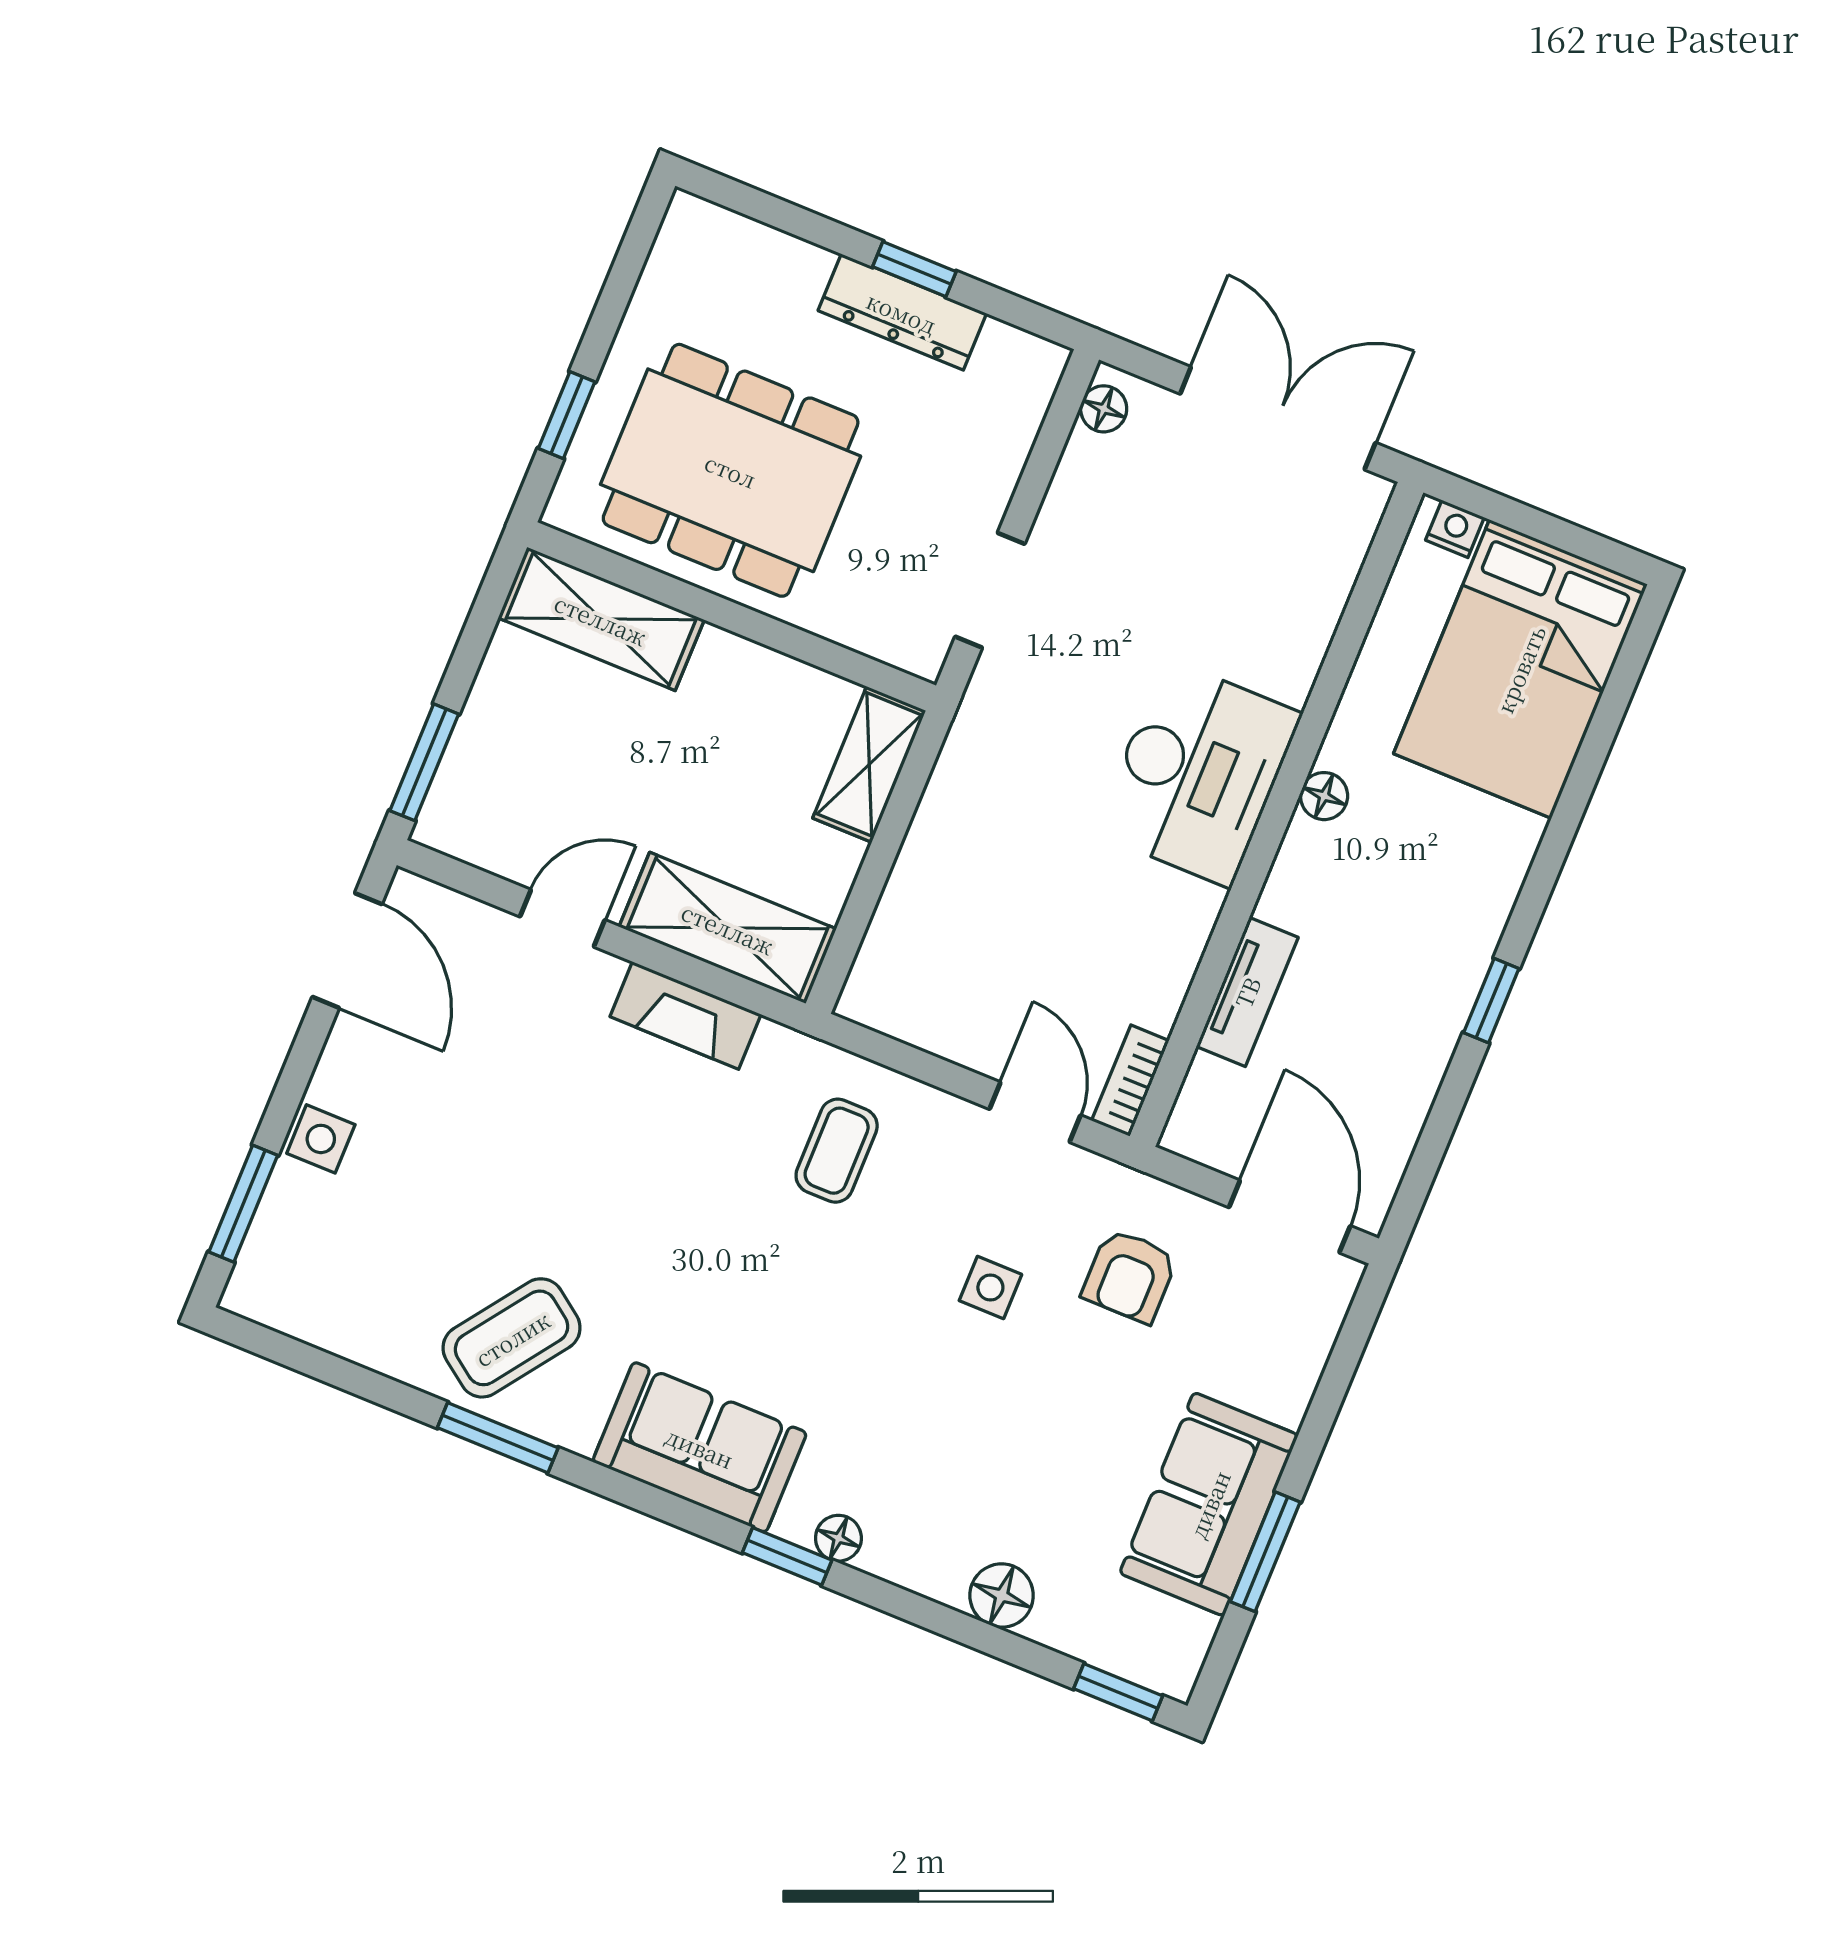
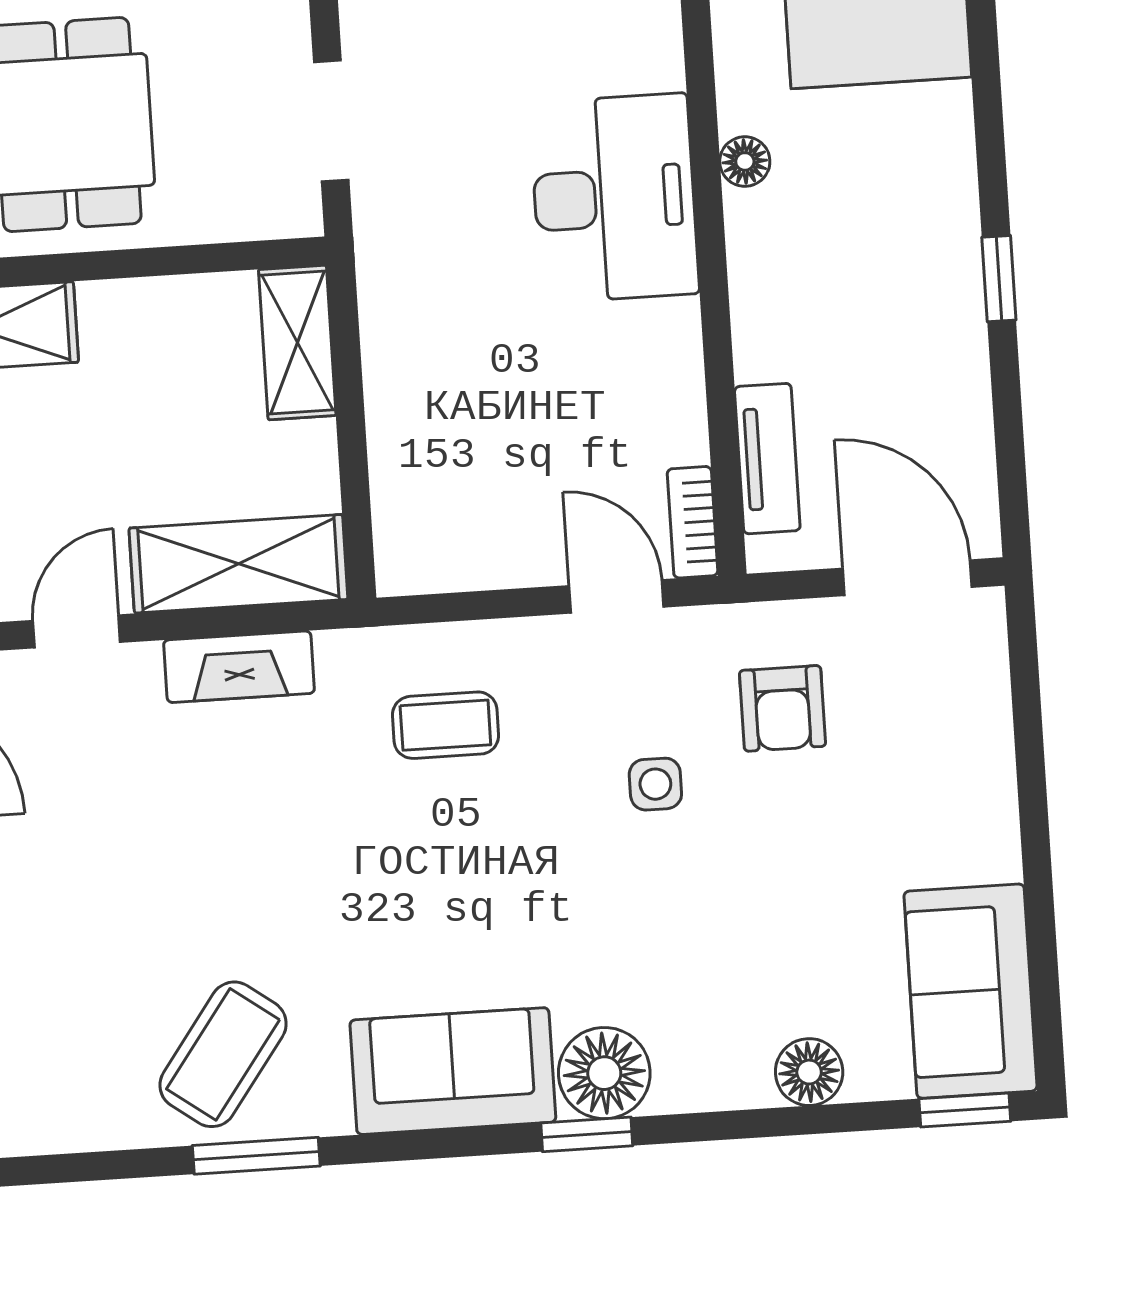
tv unit: (1247, 992) -> (767, 459), moved
coffee table: (837, 1151) -> (445, 725), turned 90
sofa: (1209, 1504) -> (971, 991), moved
floor lamp: (838, 1538) -> (604, 1073), width x1.89, depth x1.89
window: (1265, 1552) -> (1040, 908), removed

